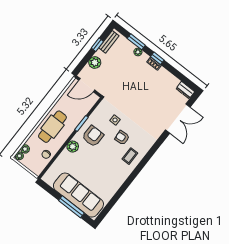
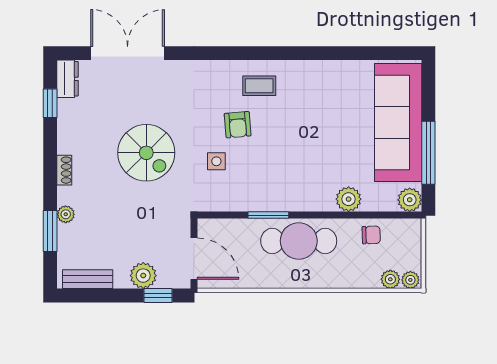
window: (97, 45) -> (158, 296), moved
window: (157, 58) -> (50, 103), moved
spiral stairs: (137, 98) -> (146, 153), added
cafe table: (52, 127) -> (299, 241), moved
armchair: (93, 136) -> (275, 178), removed
plant: (73, 147) -> (349, 199), moved
plant: (48, 178) -> (410, 200), added
window: (71, 207) -> (428, 153), moved

